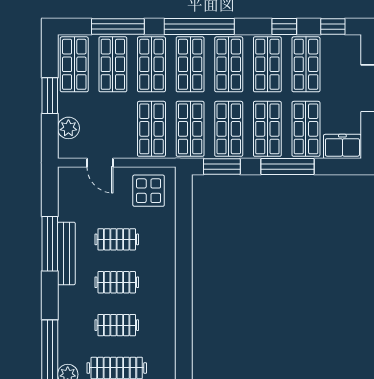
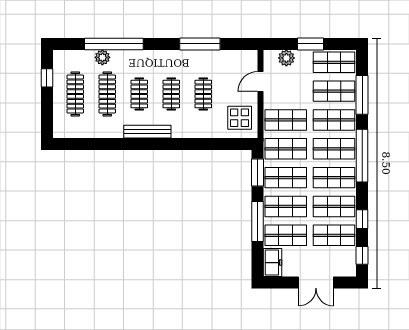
bench: (66, 253) -> (147, 132), moved

